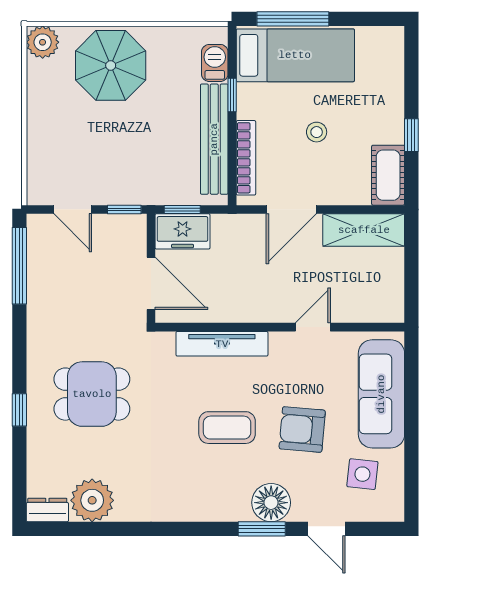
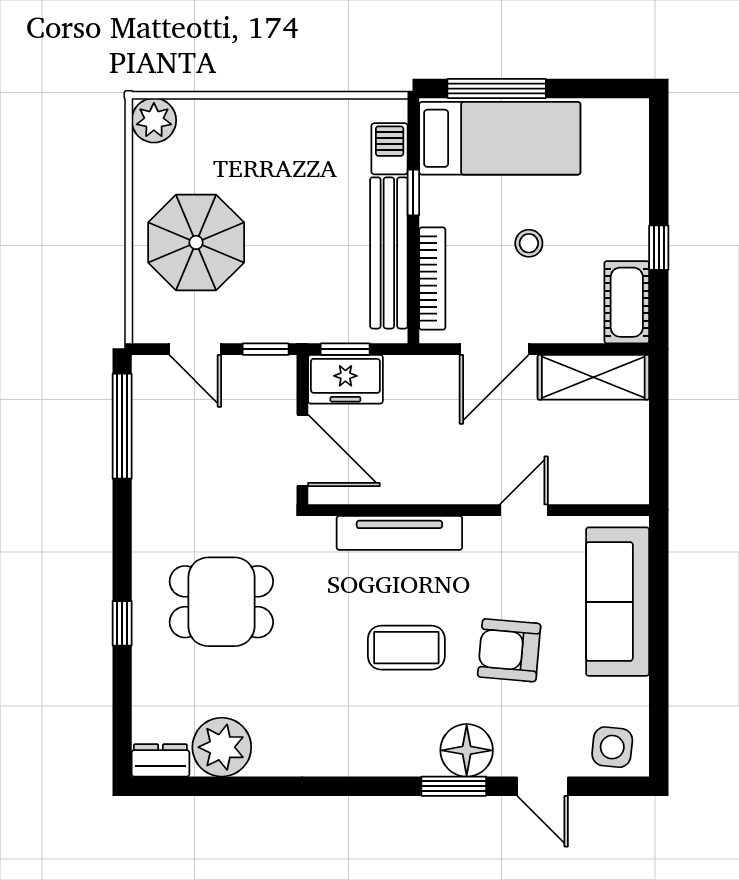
parasol: (111, 65) -> (196, 242), moved
side table: (362, 474) -> (612, 747), moved

